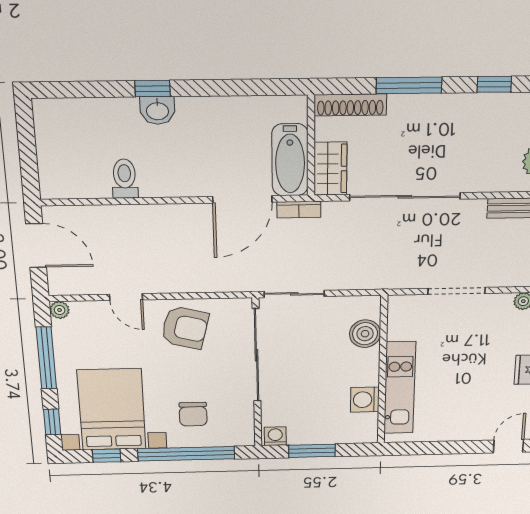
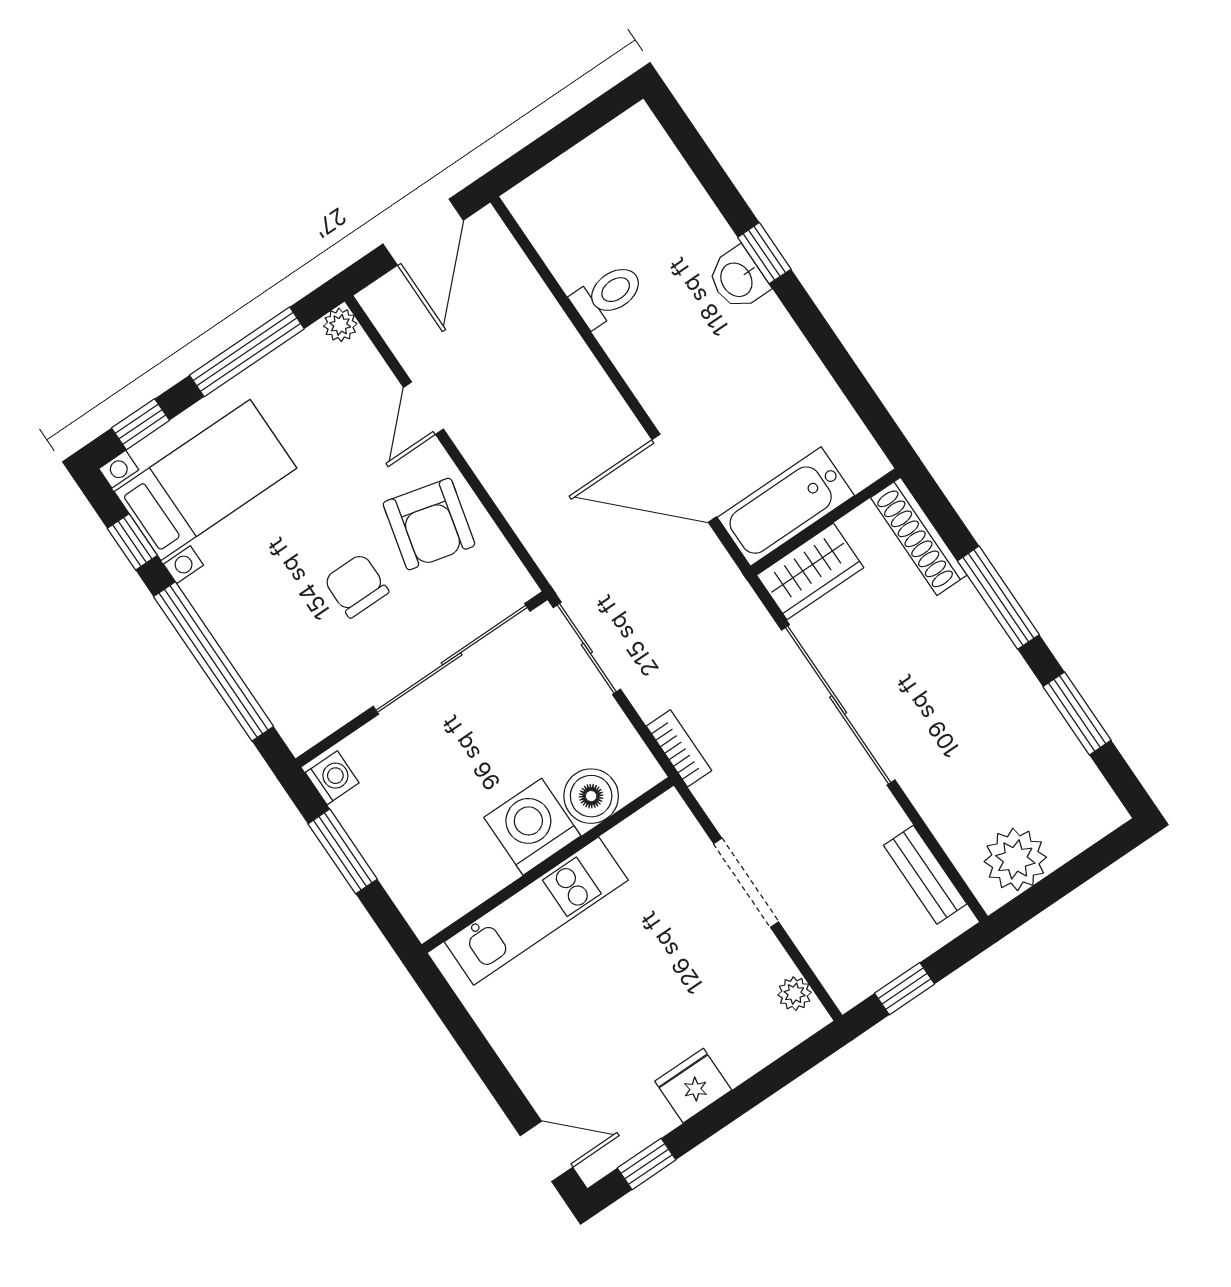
window: (494, 84) -> (1077, 713), width x1.50
bookcase: (299, 210) -> (679, 748), moved, turned 180
washing machine: (365, 400) -> (532, 827), moved, width x1.37, depth x1.37
bed with nightstands: (112, 410) -> (205, 480), width x0.73
chair: (193, 414) -> (356, 586), moved, turned 90

